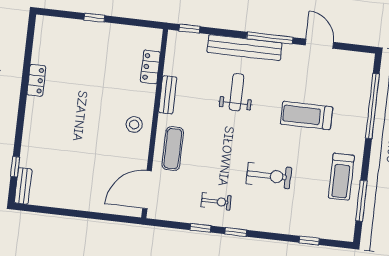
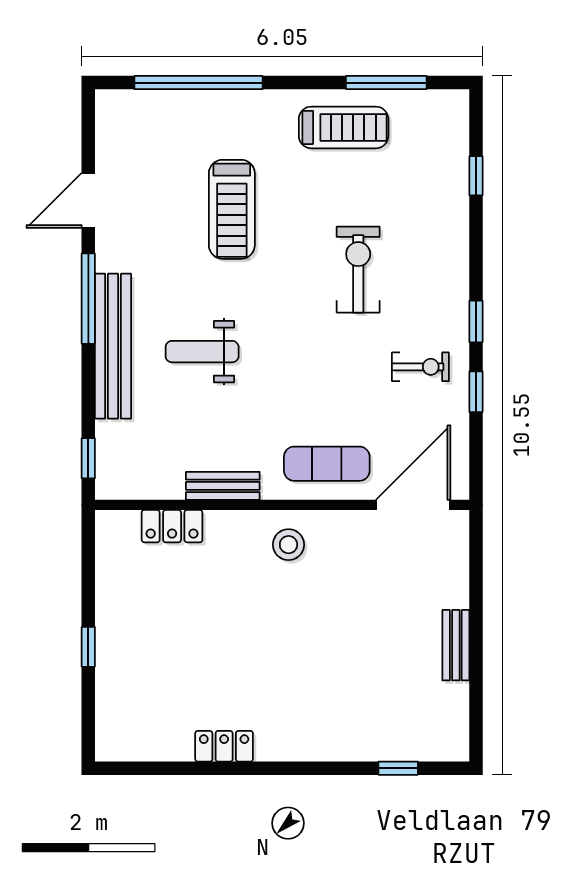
bench: (23, 186) -> (456, 645), moved, turned 90
door: (147, 190) -> (413, 505), swing flipped
exercise bike: (216, 201) -> (420, 367), turned 90

